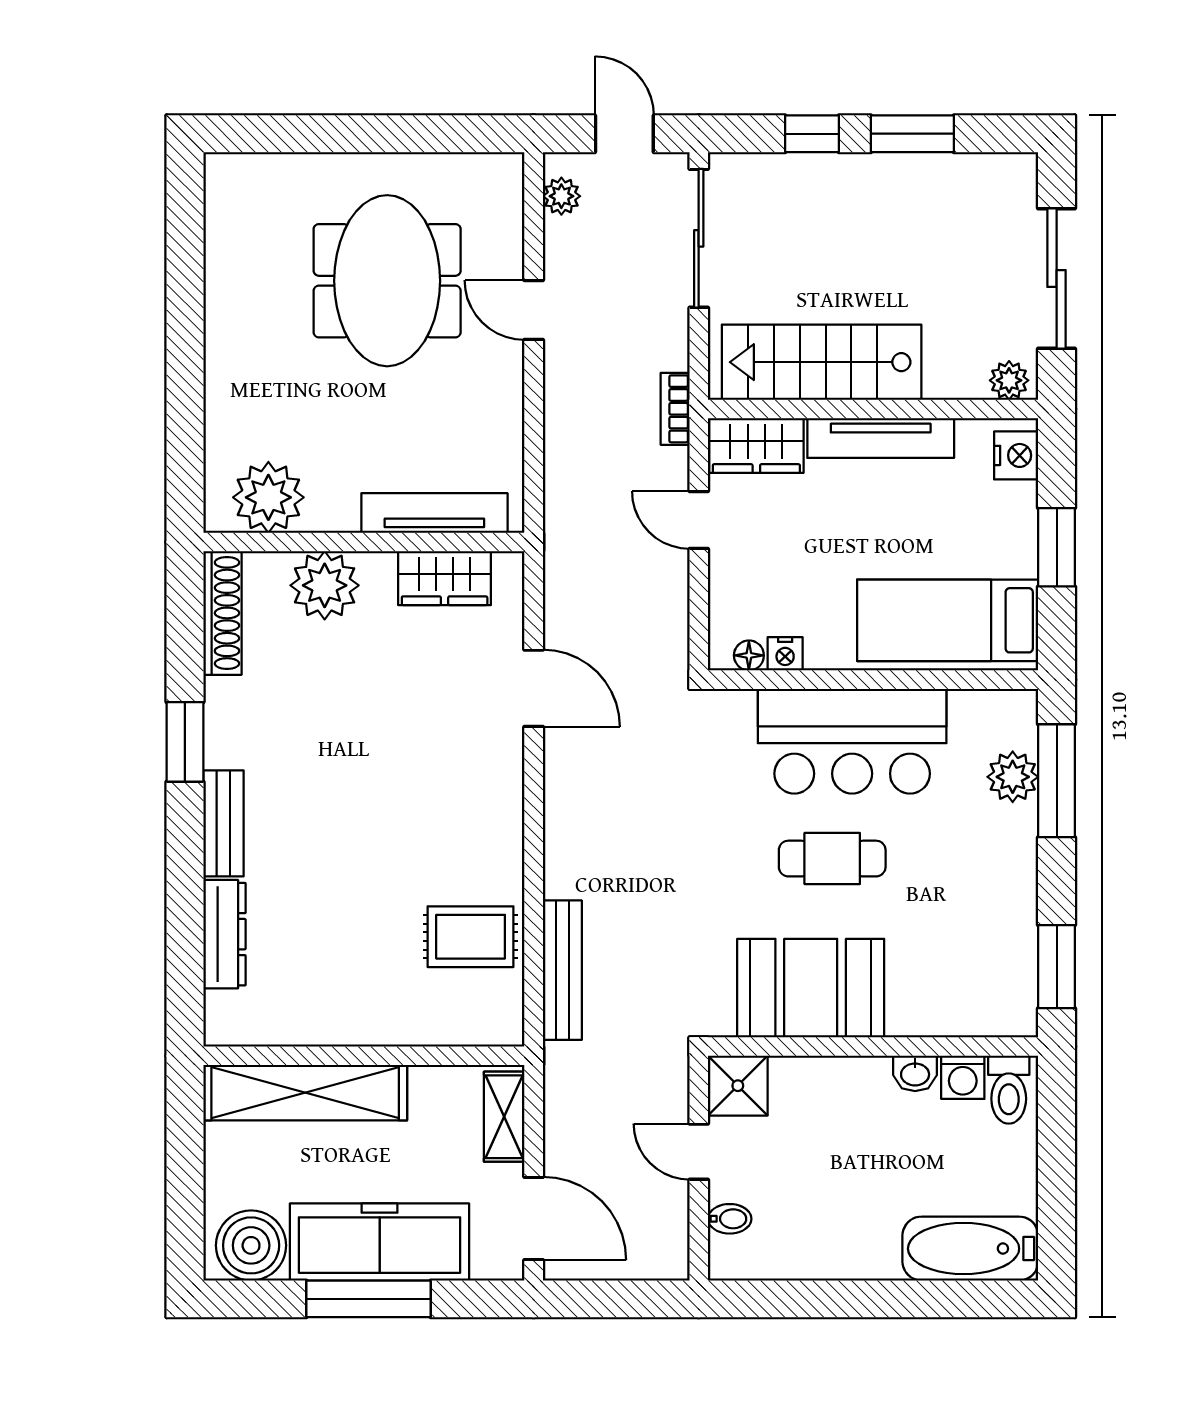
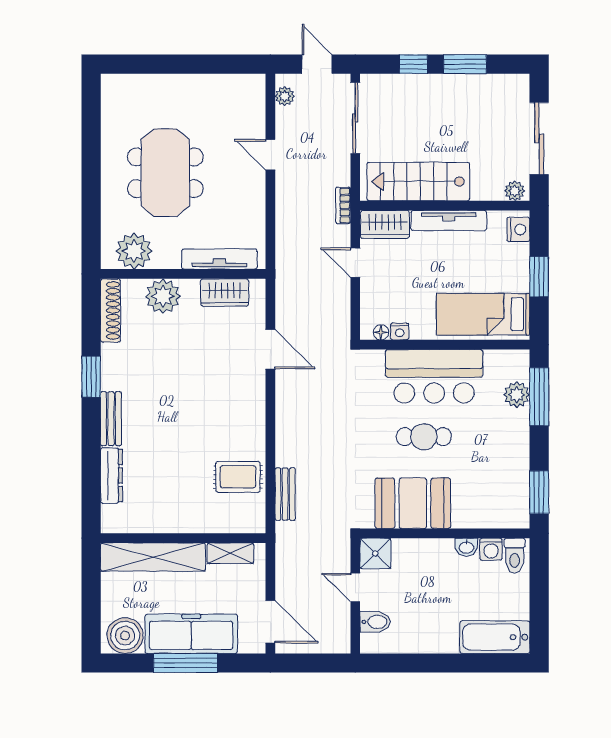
meeting table: (387, 281) -> (165, 173), moved
bench: (562, 970) -> (285, 494), width x0.73
shelving: (504, 1117) -> (230, 553), moved, turned 90
bidet: (730, 1219) -> (375, 622), width x1.38, depth x1.36

